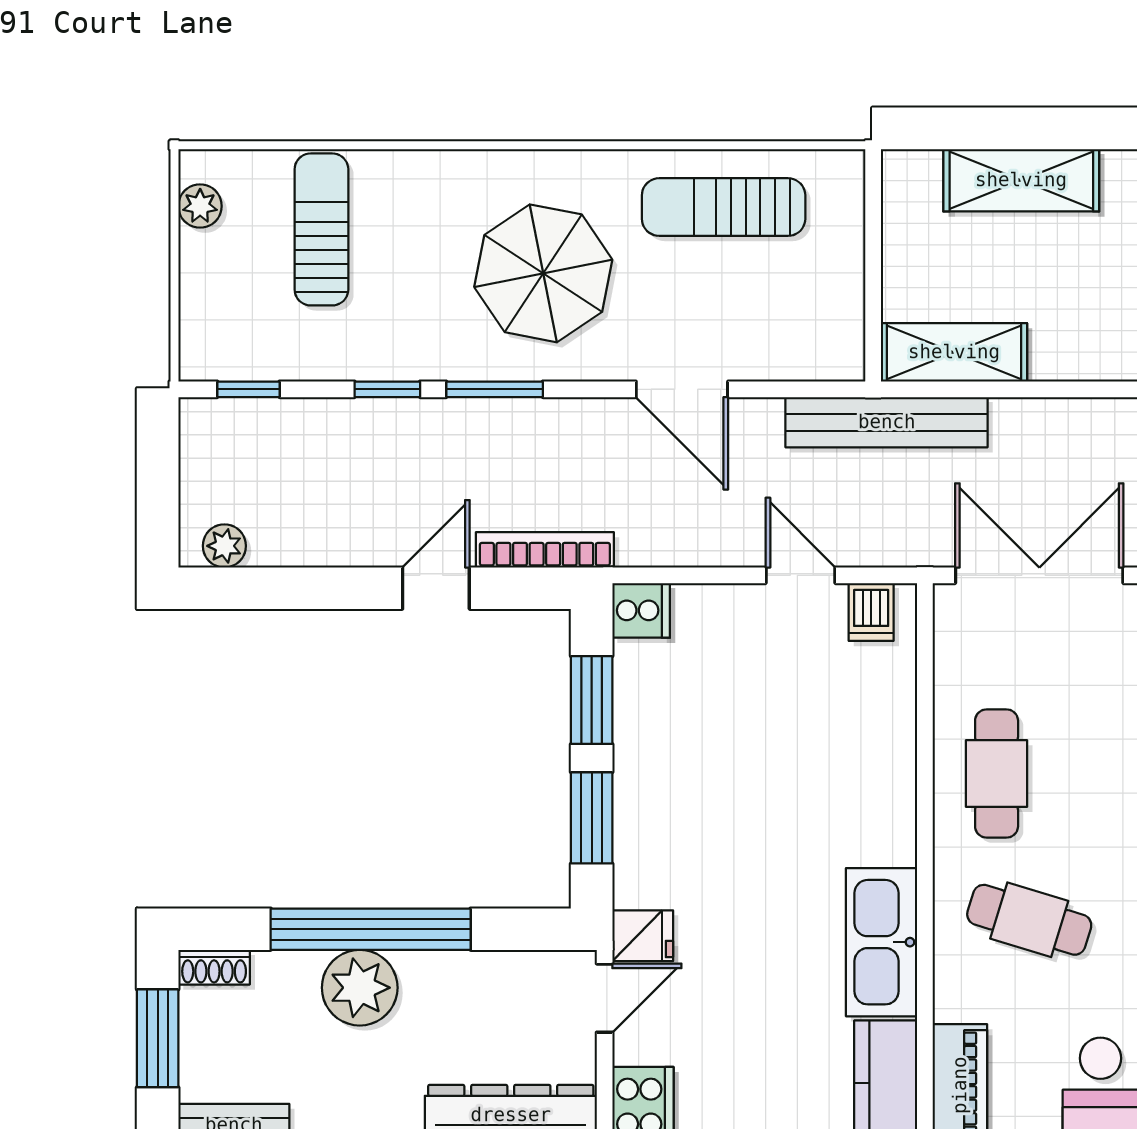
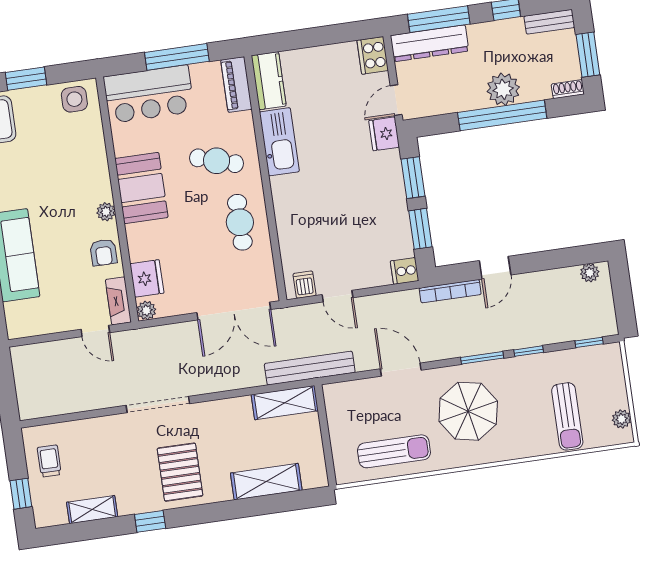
fridge: (643, 936) -> (384, 134), width x1.38

